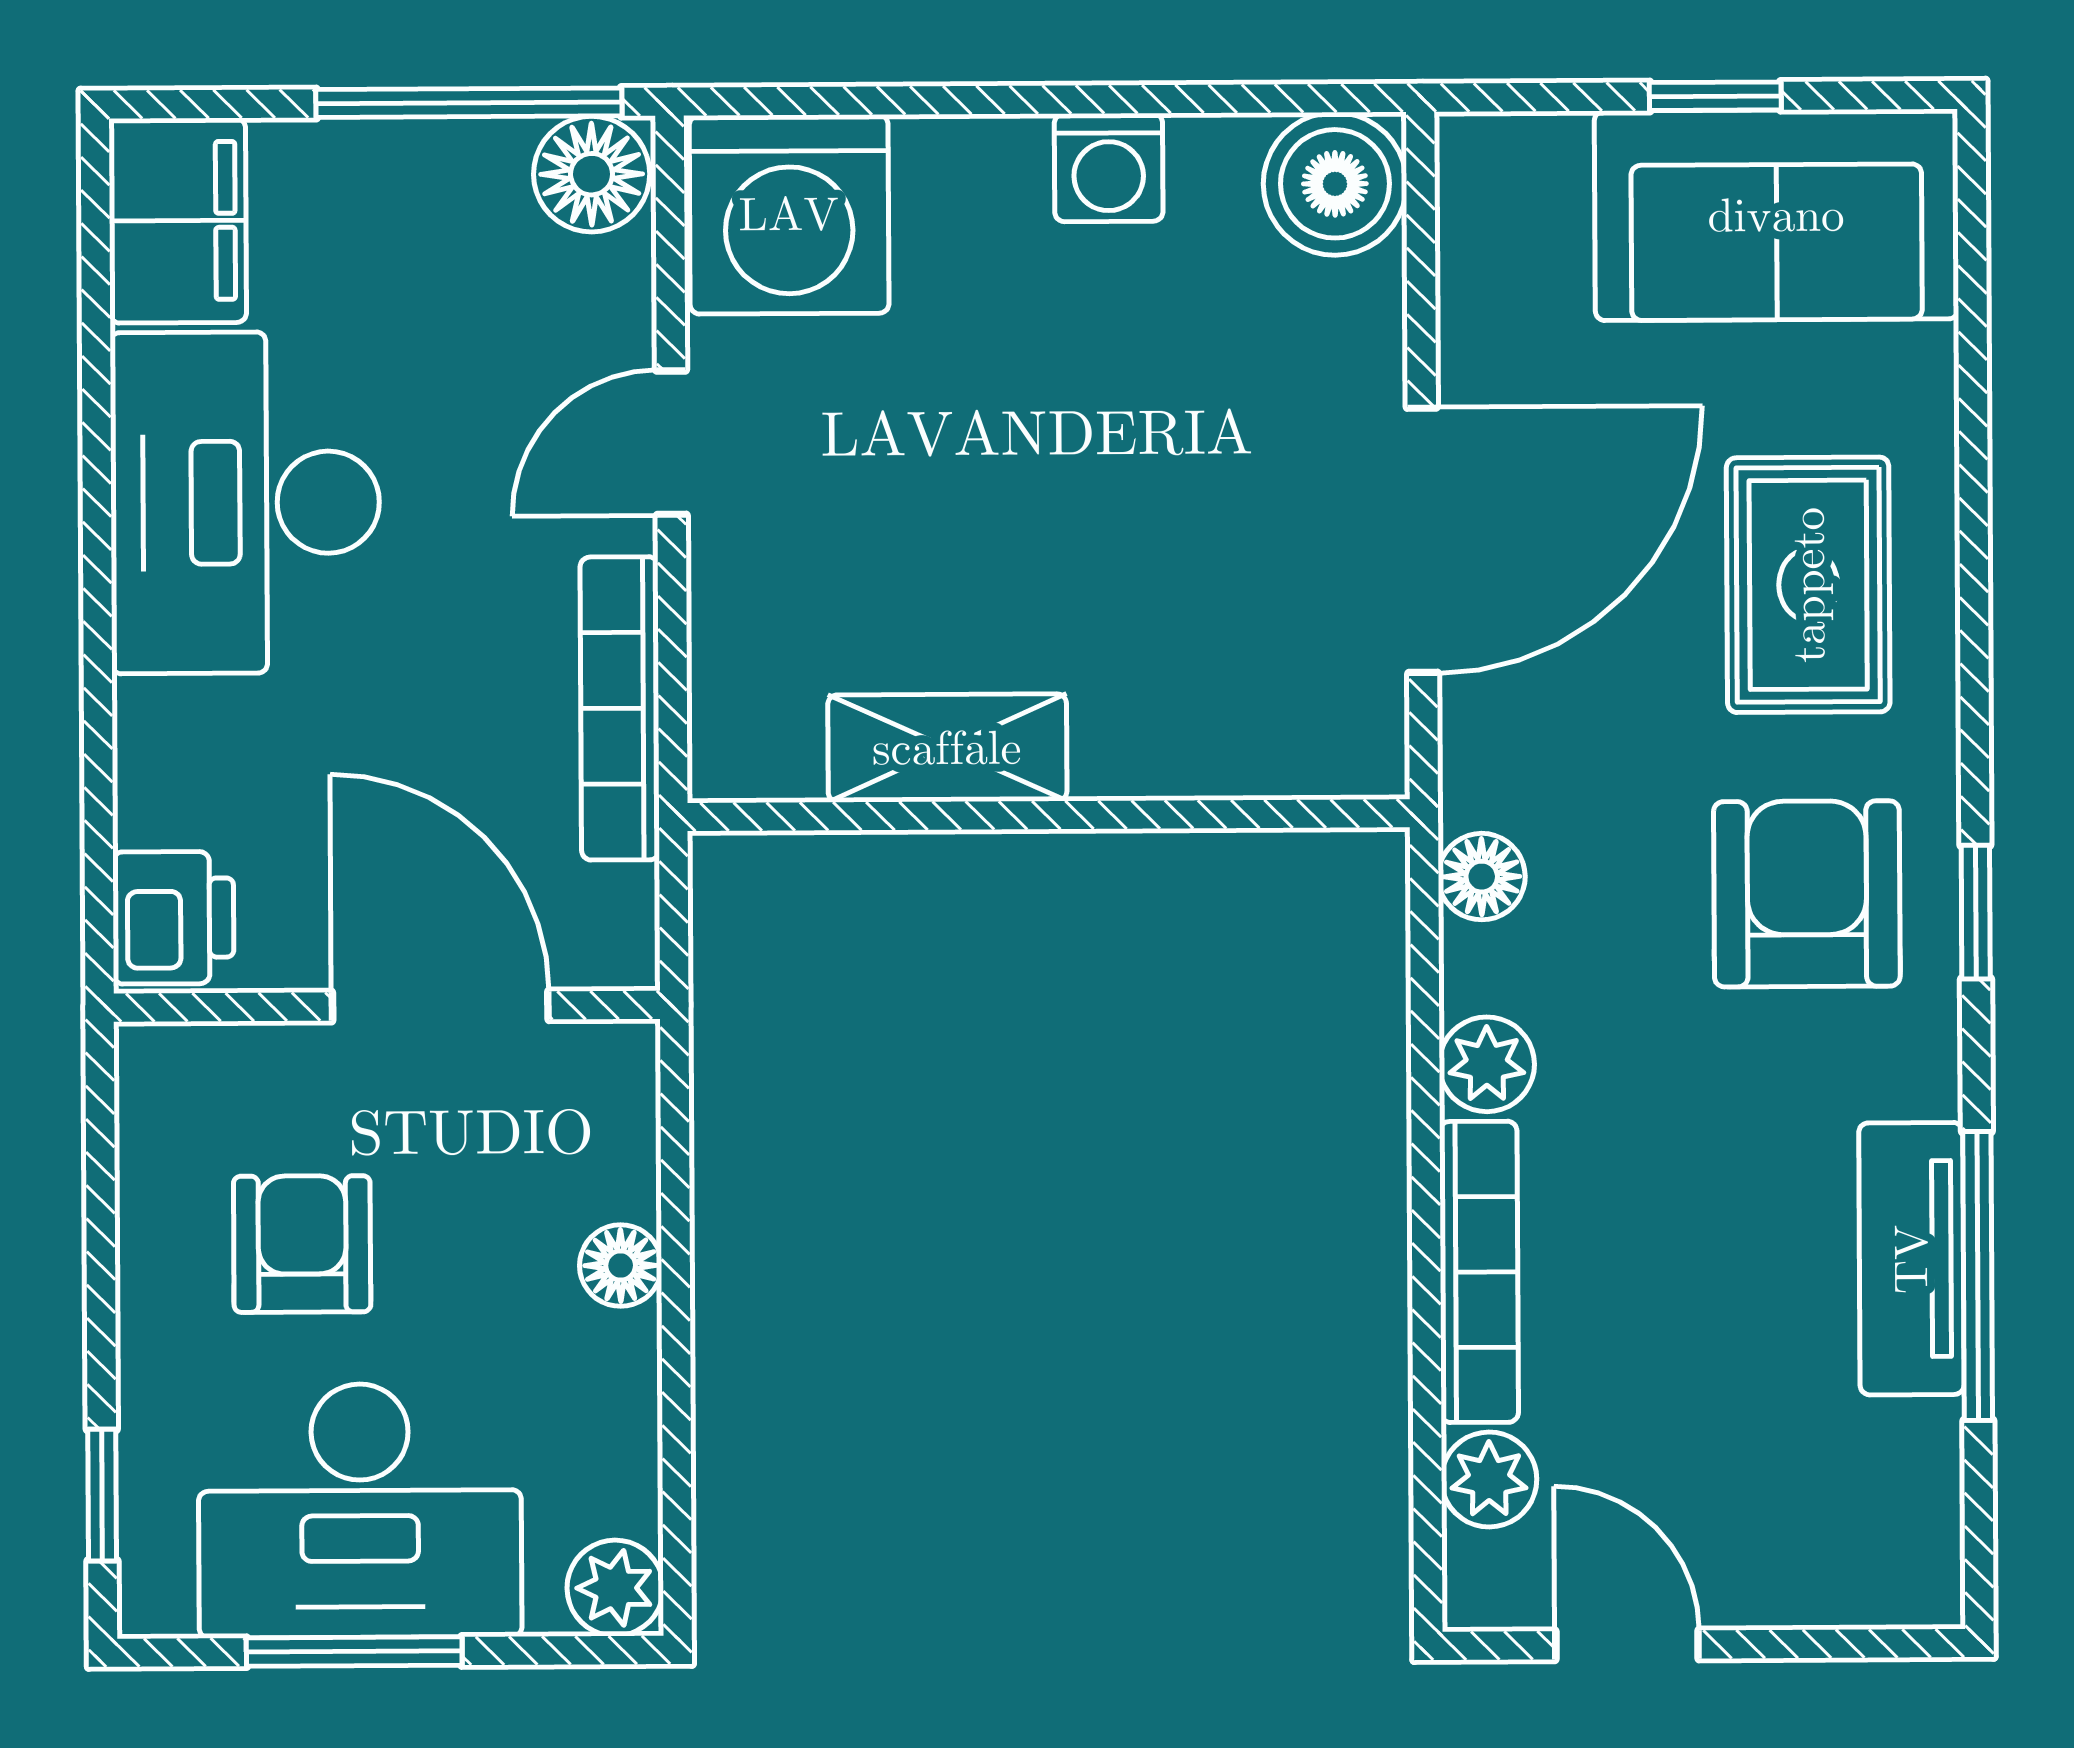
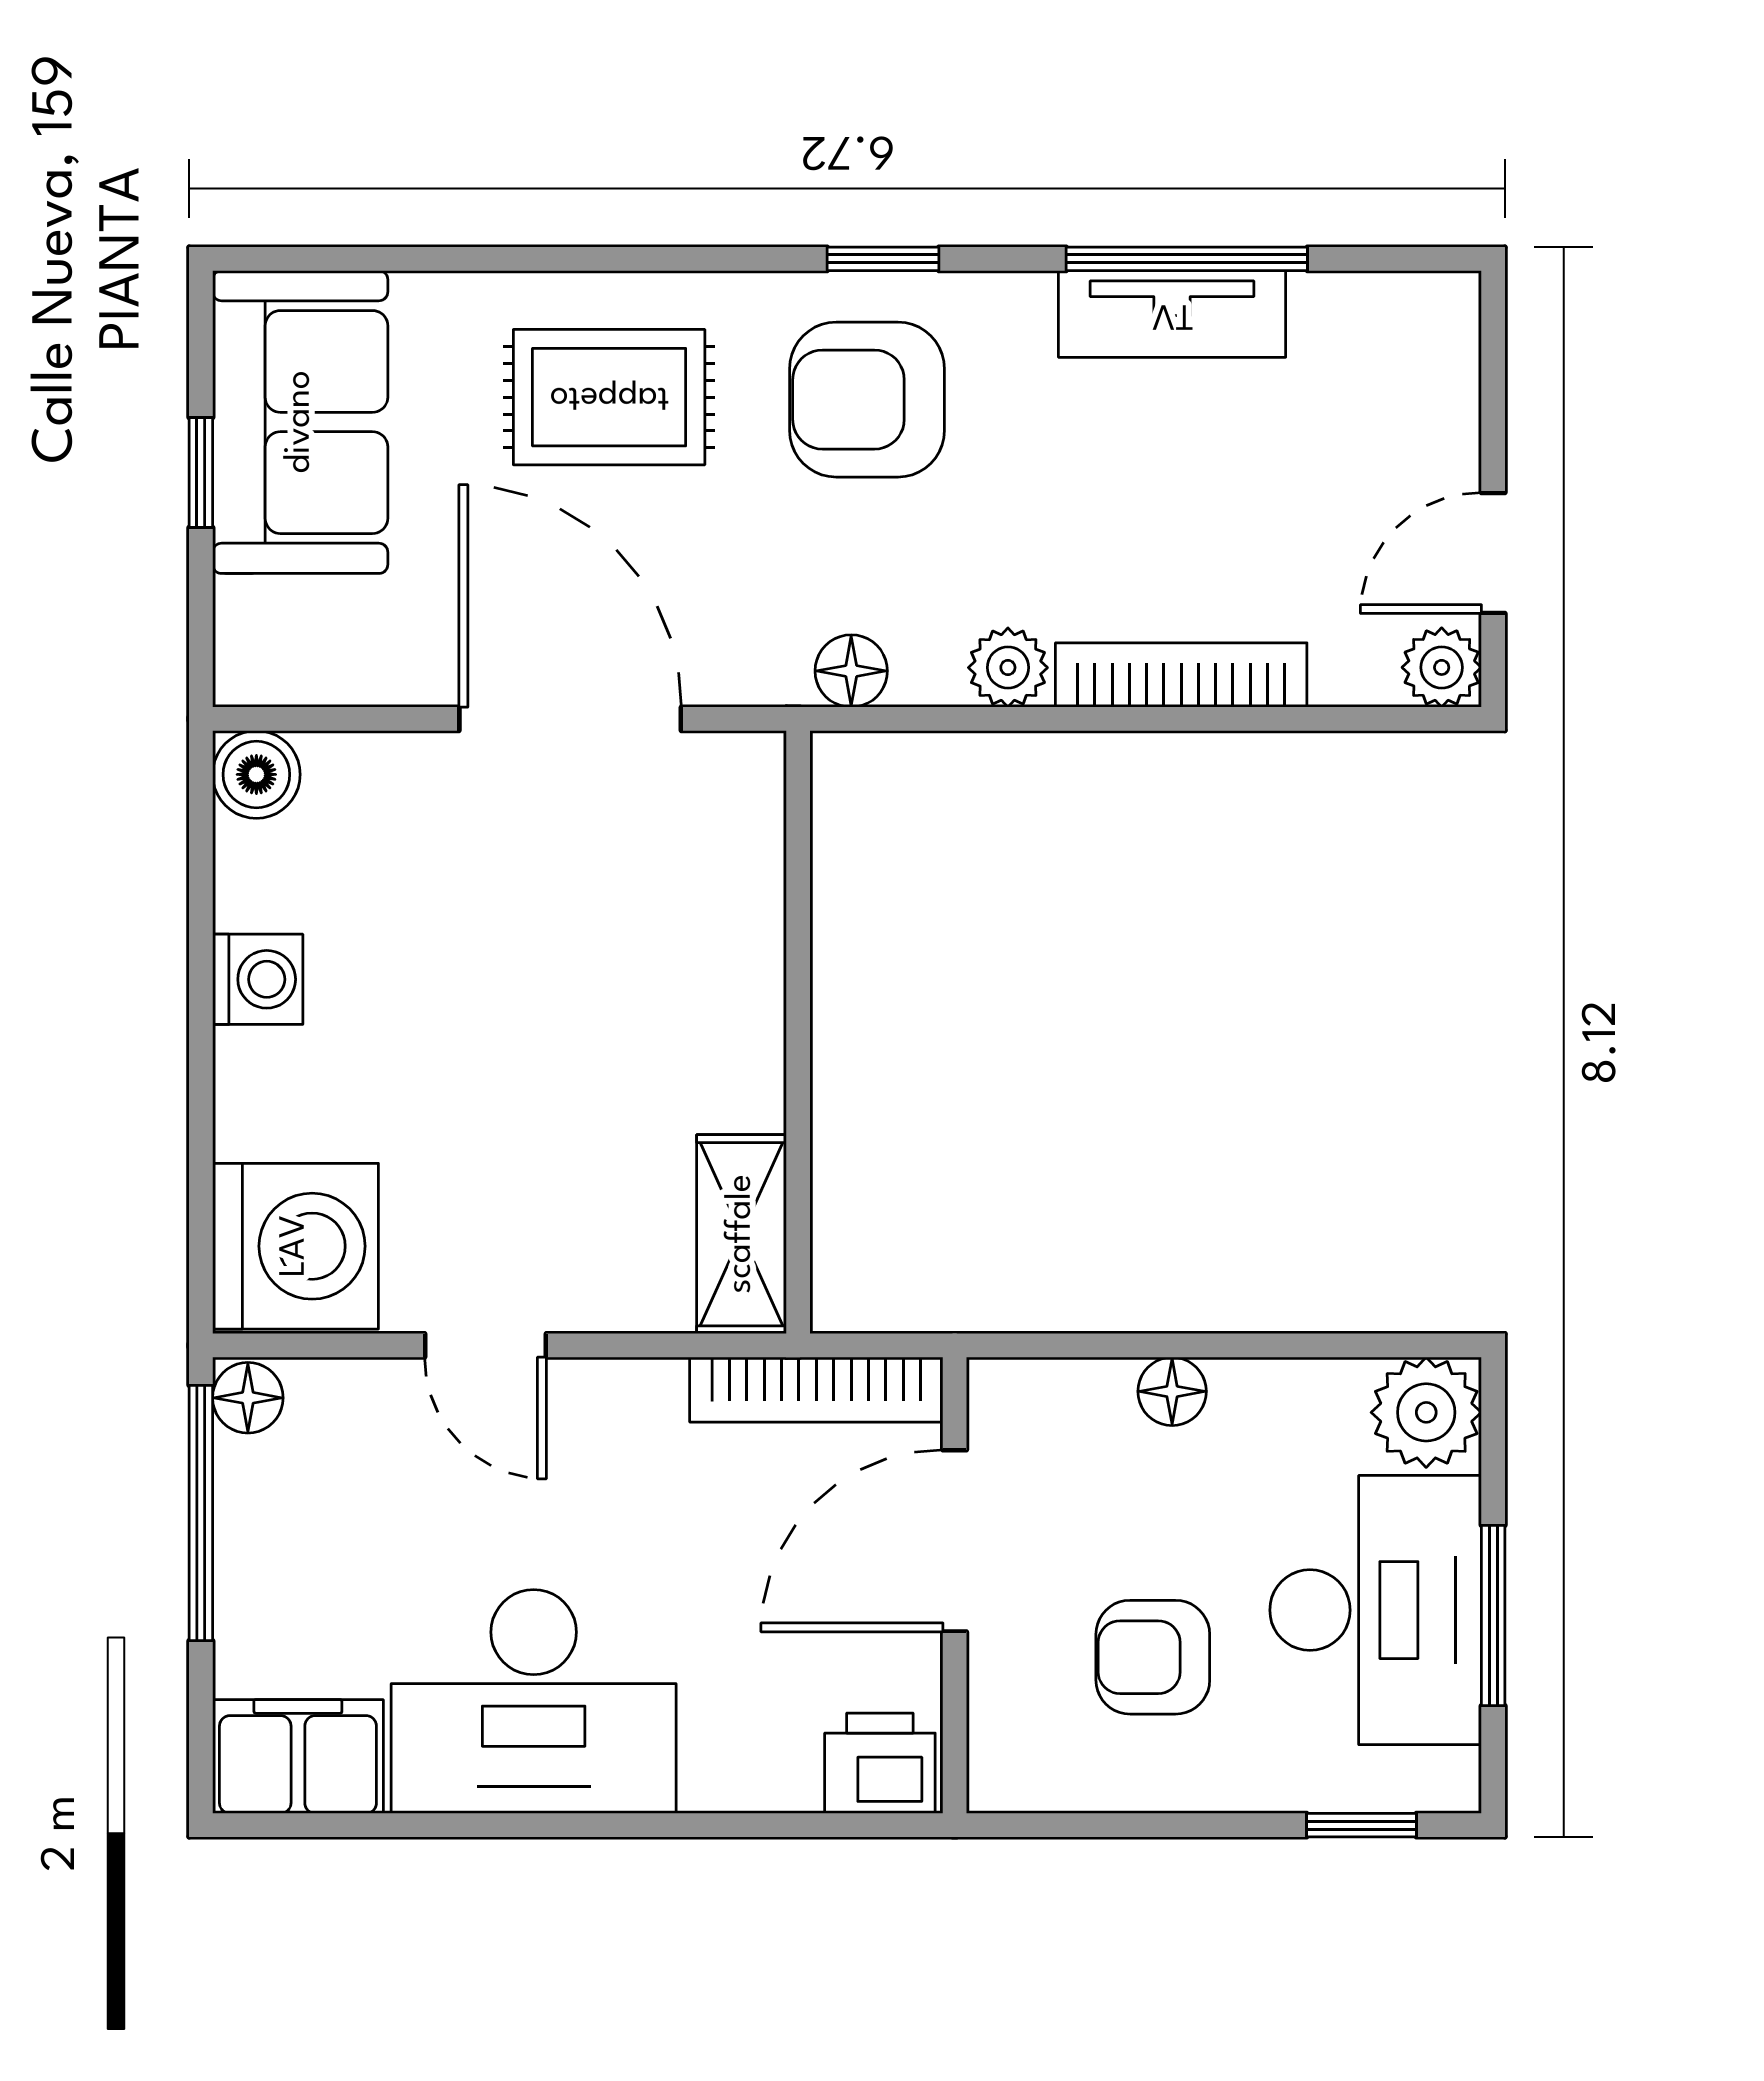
floor lamp: (592, 174) -> (248, 1398), width x0.73, depth x0.73
boiler: (1335, 184) -> (256, 774), width x0.73, depth x0.73
bookcase: (620, 708) -> (816, 1390), moved
shelving: (947, 748) -> (741, 1234), moved
plant: (1489, 1479) -> (1442, 667), moved
plant: (615, 1588) -> (1426, 1412), width x1.38, depth x1.38

